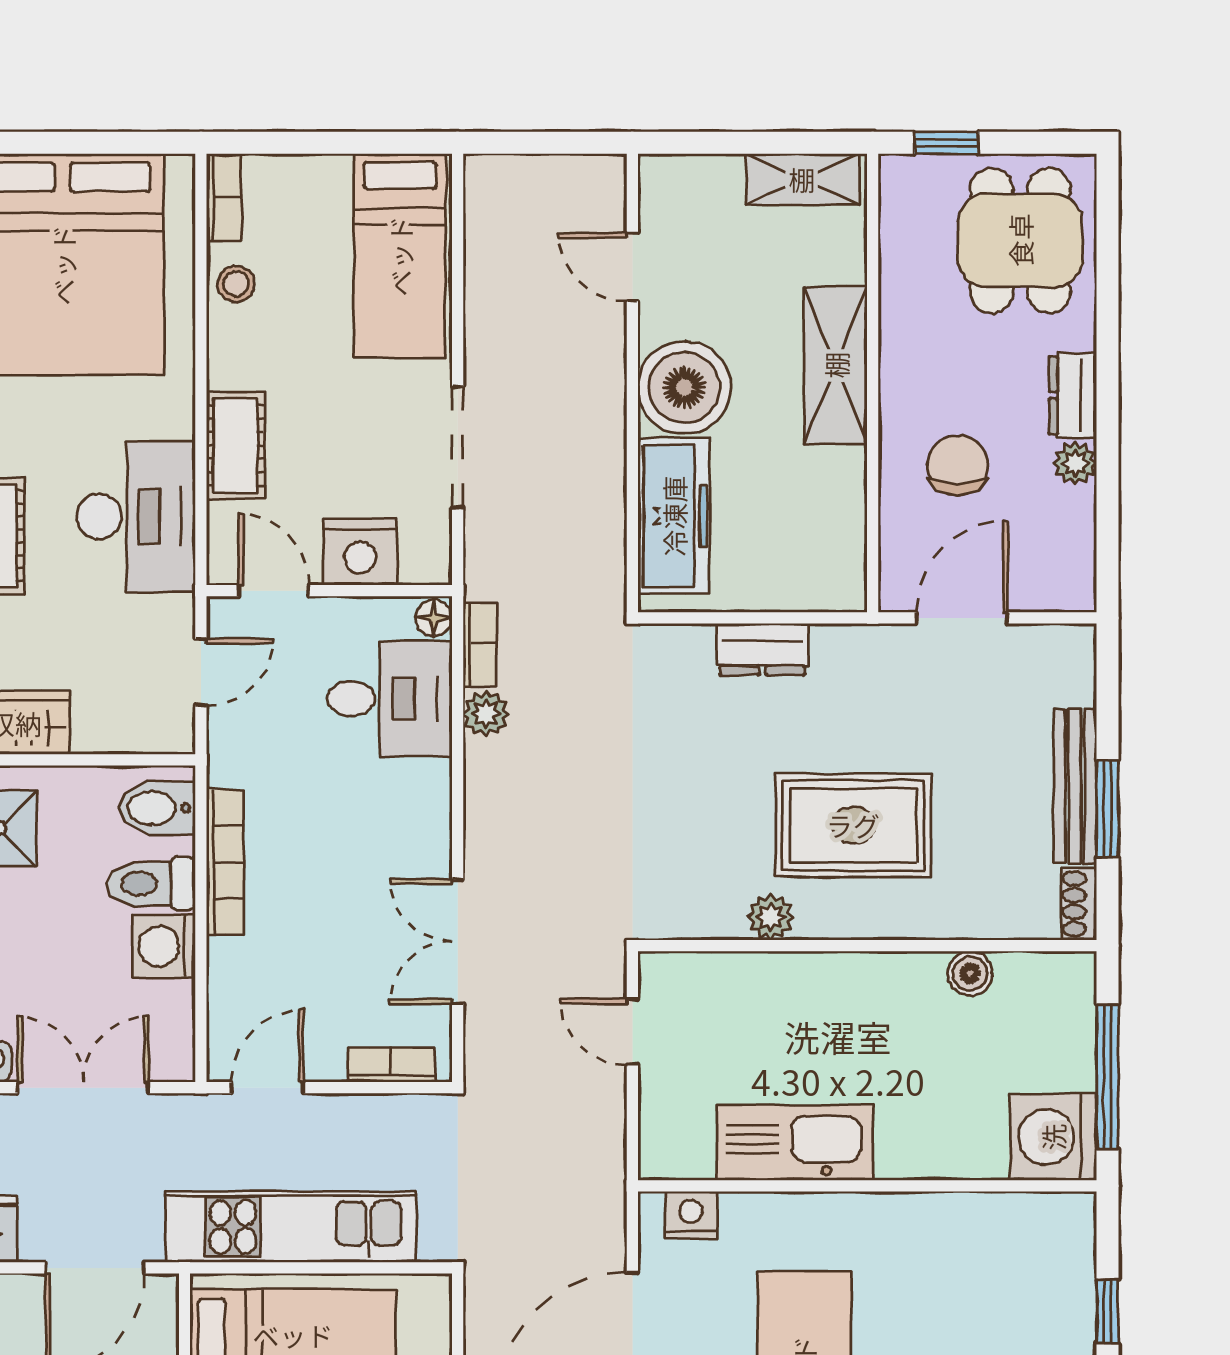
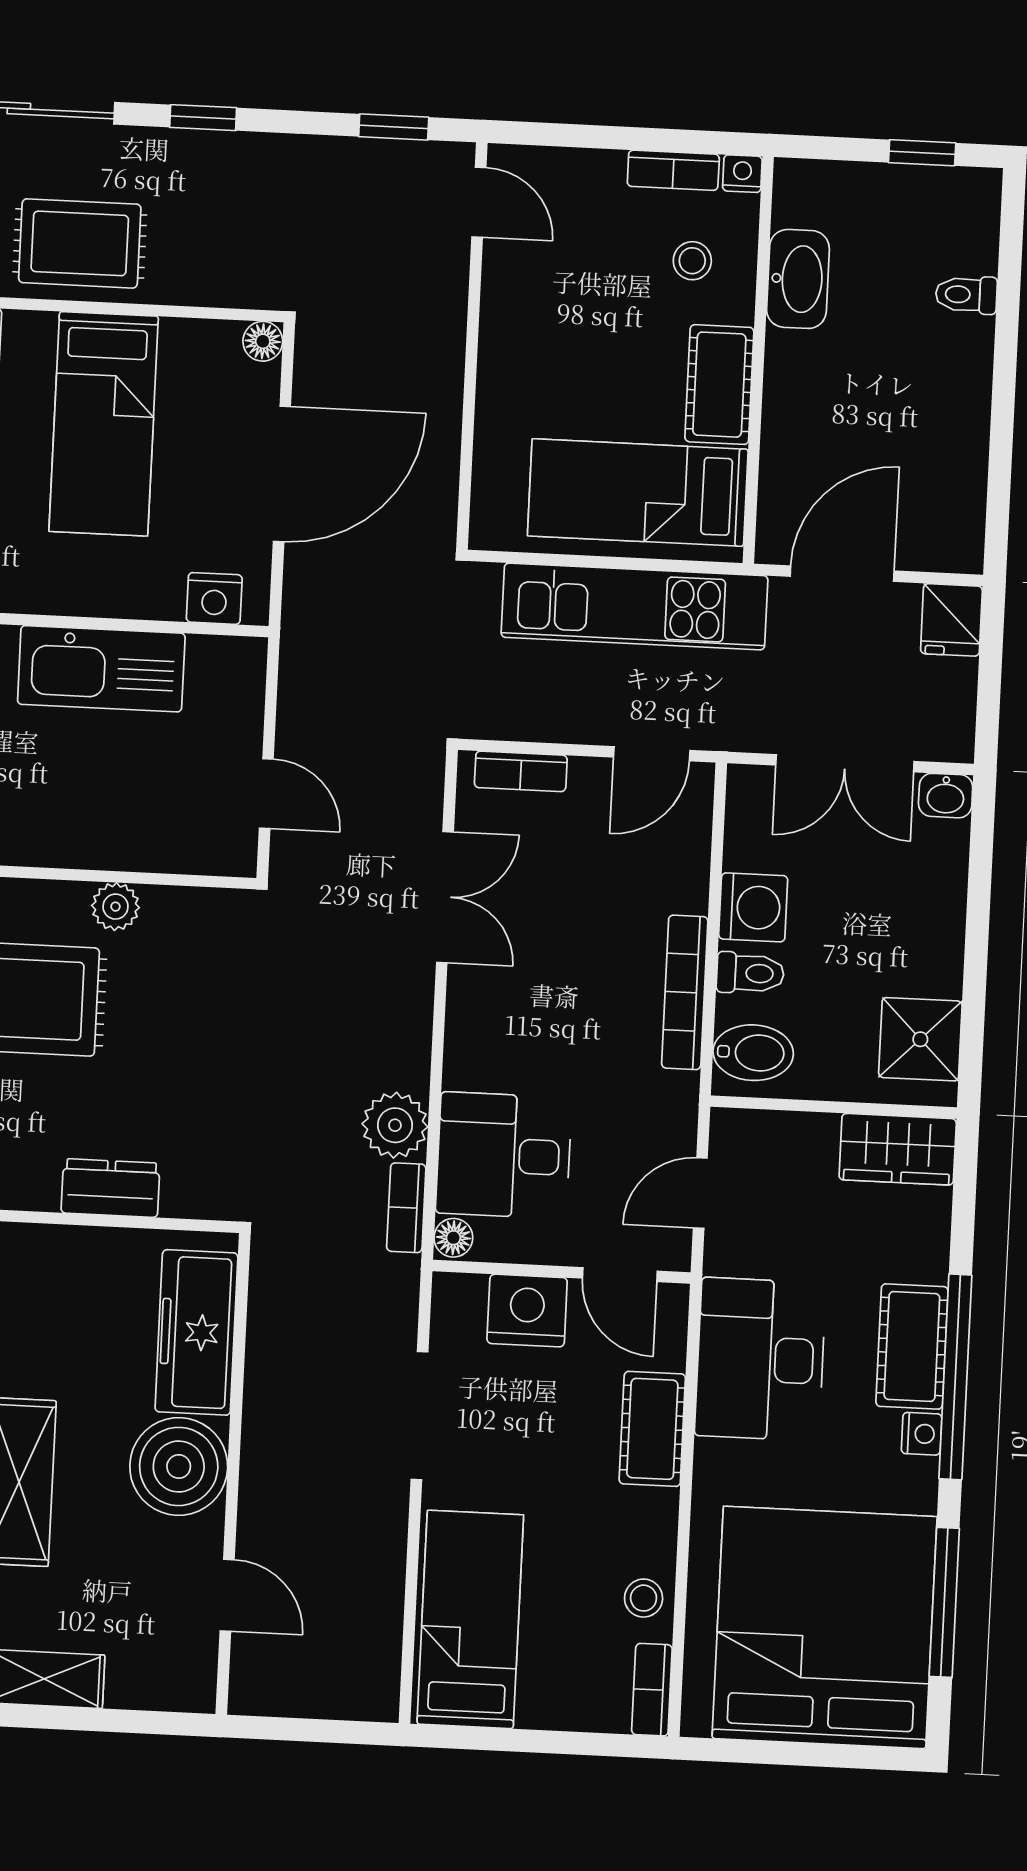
plant: (486, 714) -> (395, 1125), width x1.38, depth x1.38
toilet: (151, 883) -> (750, 973), width x0.73, depth x0.72

